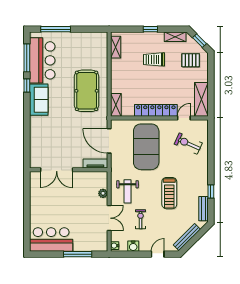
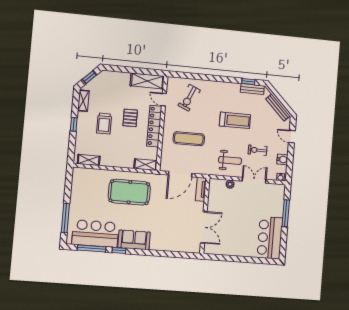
pallet: (191, 60) -> (130, 118), moved
exercise mat: (146, 147) -> (189, 139), width x0.50, depth x0.69
window: (211, 191) -> (248, 82), moved

